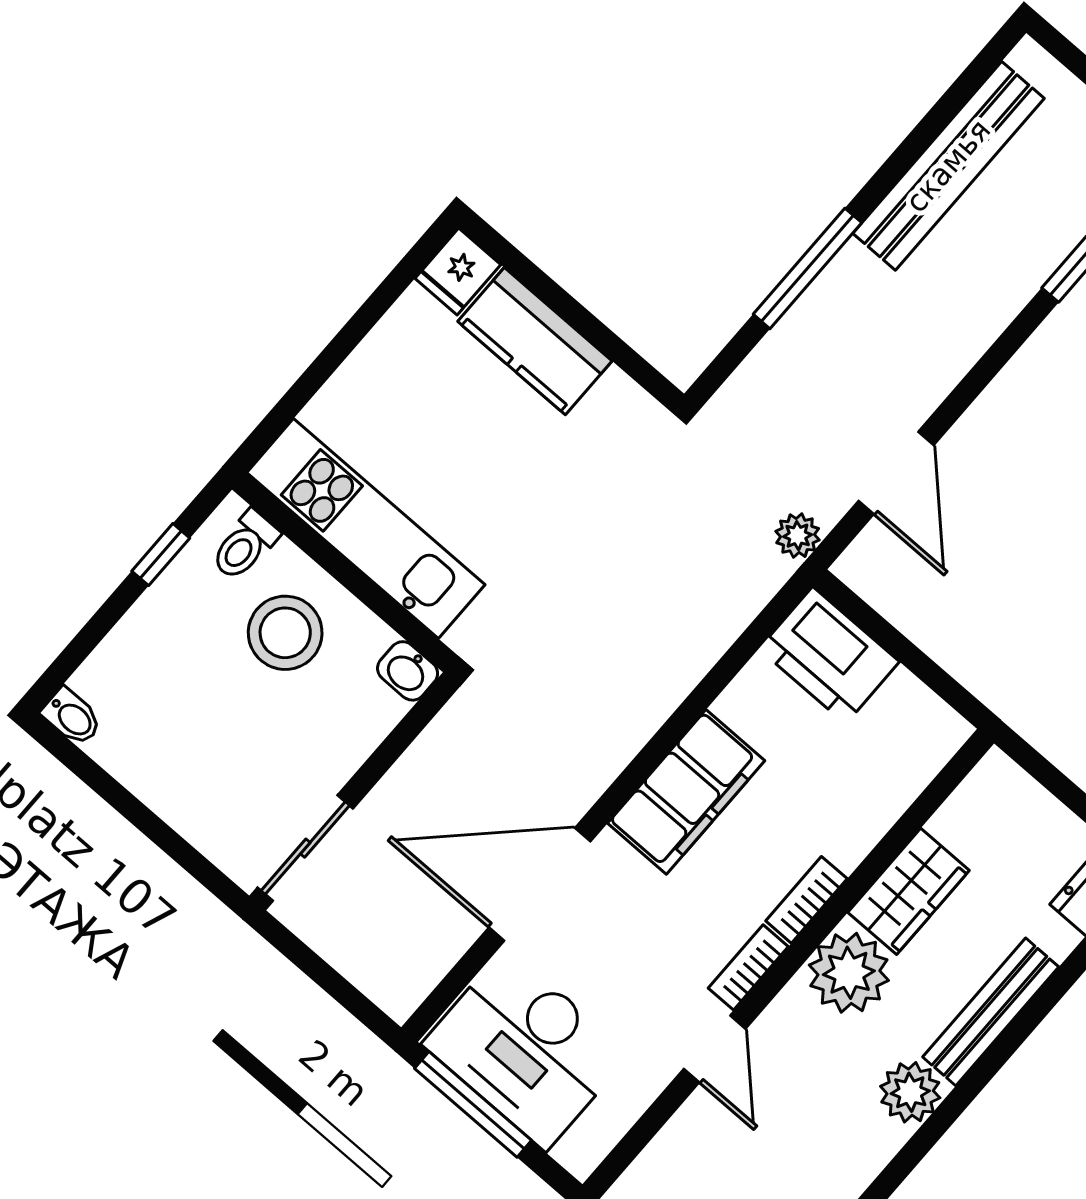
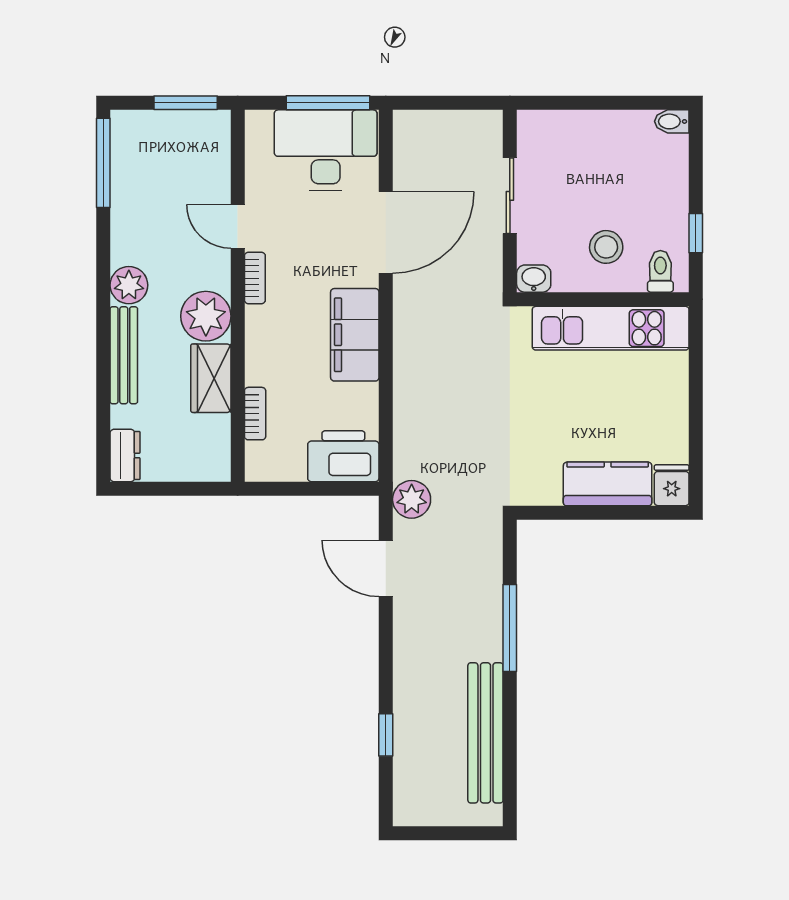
plant: (798, 536) -> (412, 499), width x1.38, depth x1.38
stool: (285, 633) -> (606, 247), width x0.73, depth x0.73
sliding door: (305, 848) -> (510, 196), moved
bookcase: (806, 900) -> (255, 414), moved

